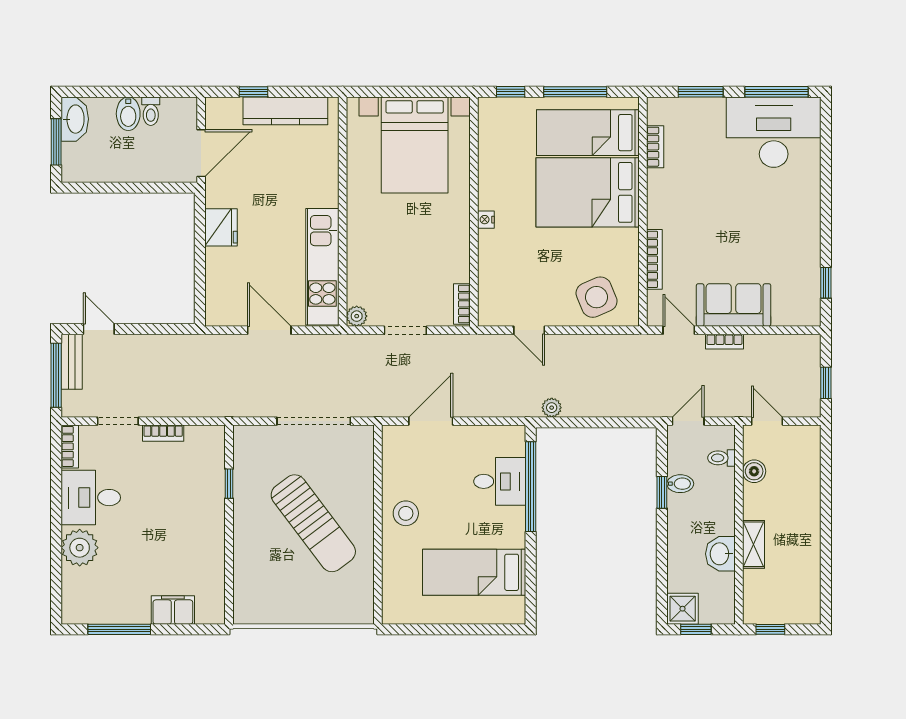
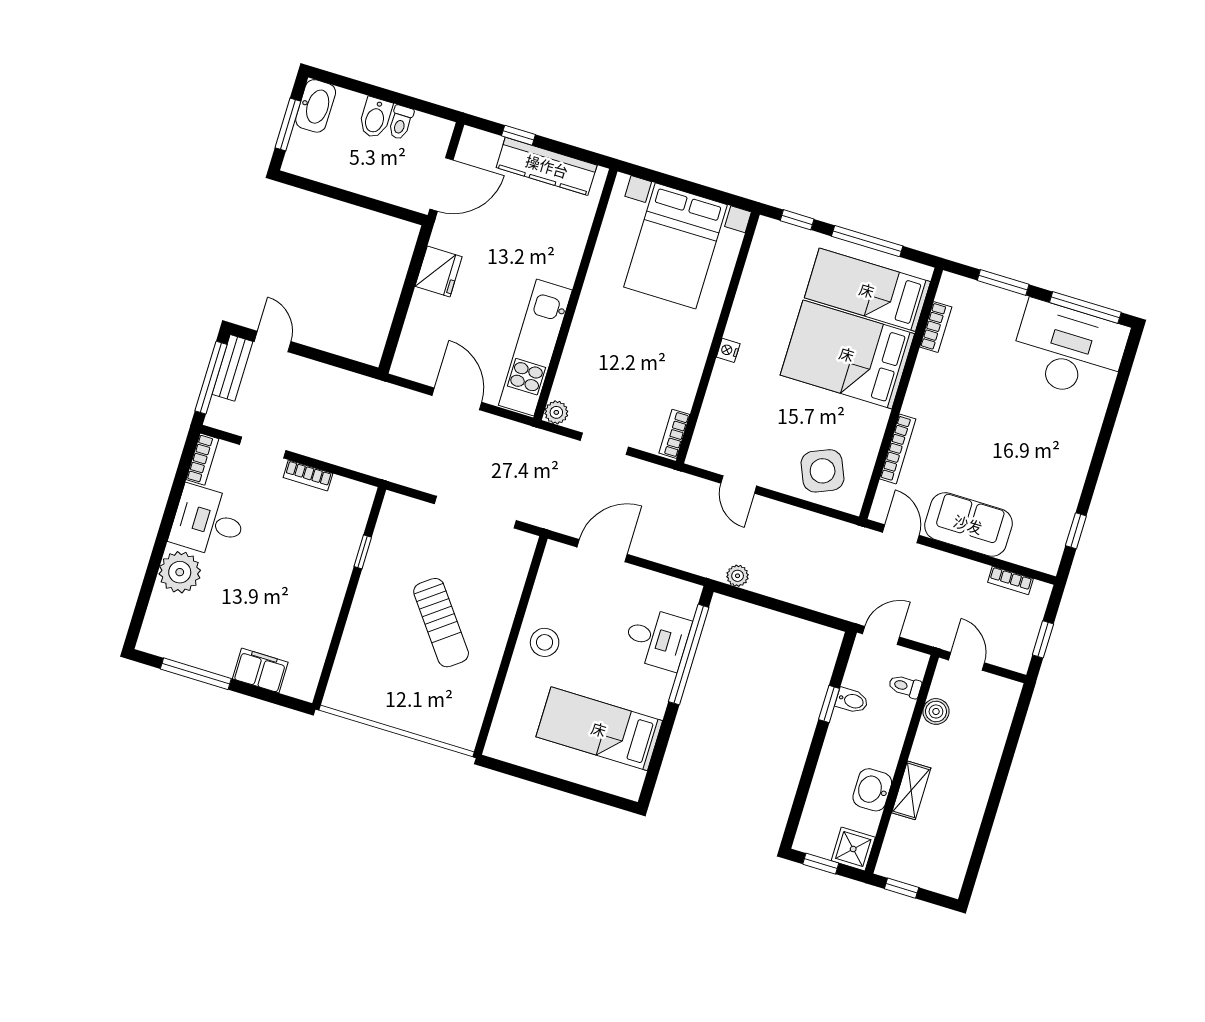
bookcase: (724, 342) -> (1010, 580), moved
sun lounger: (313, 523) -> (441, 623), width x0.73, depth x0.75
shower: (683, 609) -> (853, 849), moved

